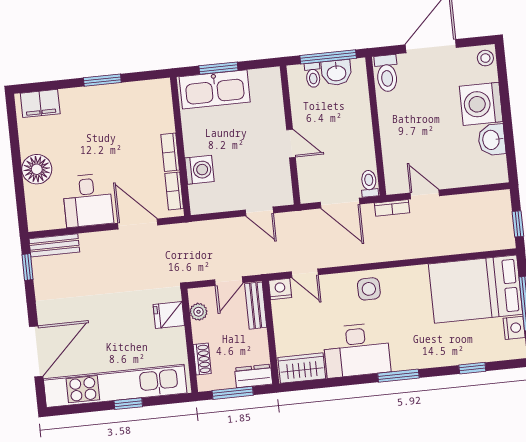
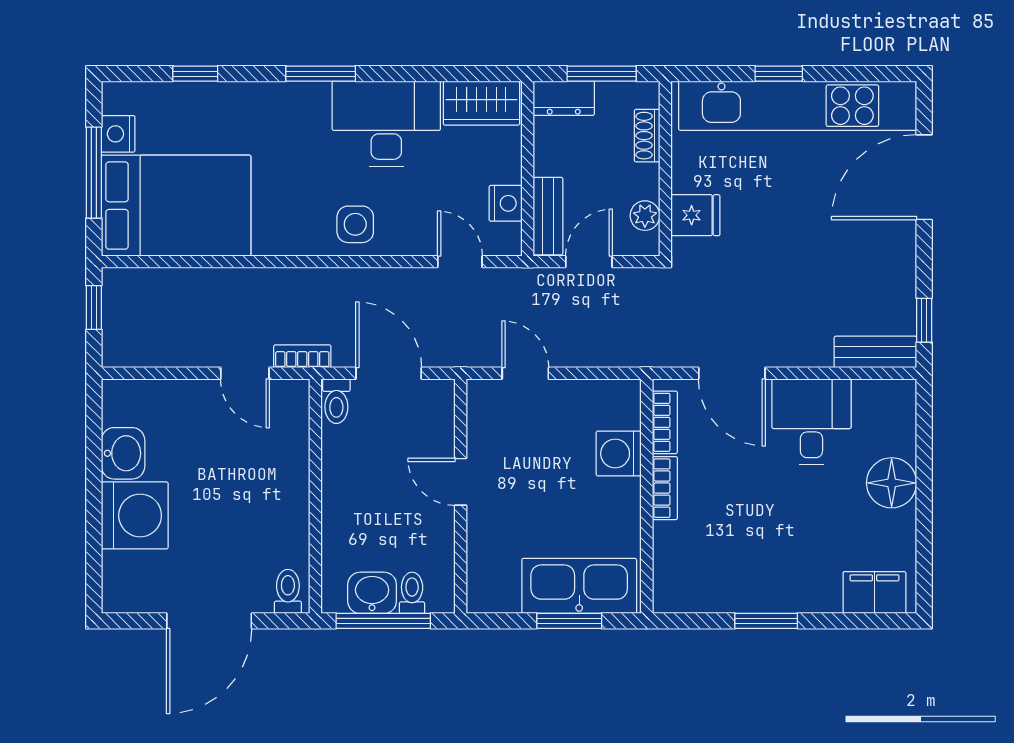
stool: (485, 58) -> (120, 591), removed
toilet: (387, 73) -> (288, 591), width x0.73, depth x0.72
nightstand: (280, 289) -> (506, 203), moved, turned -90

